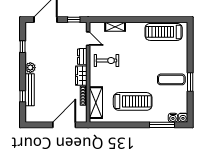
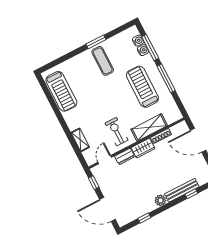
shelving: (96, 103) -> (149, 127), moved
water cooler: (183, 118) -> (143, 50), moved
window: (130, 125) -> (166, 78), added

